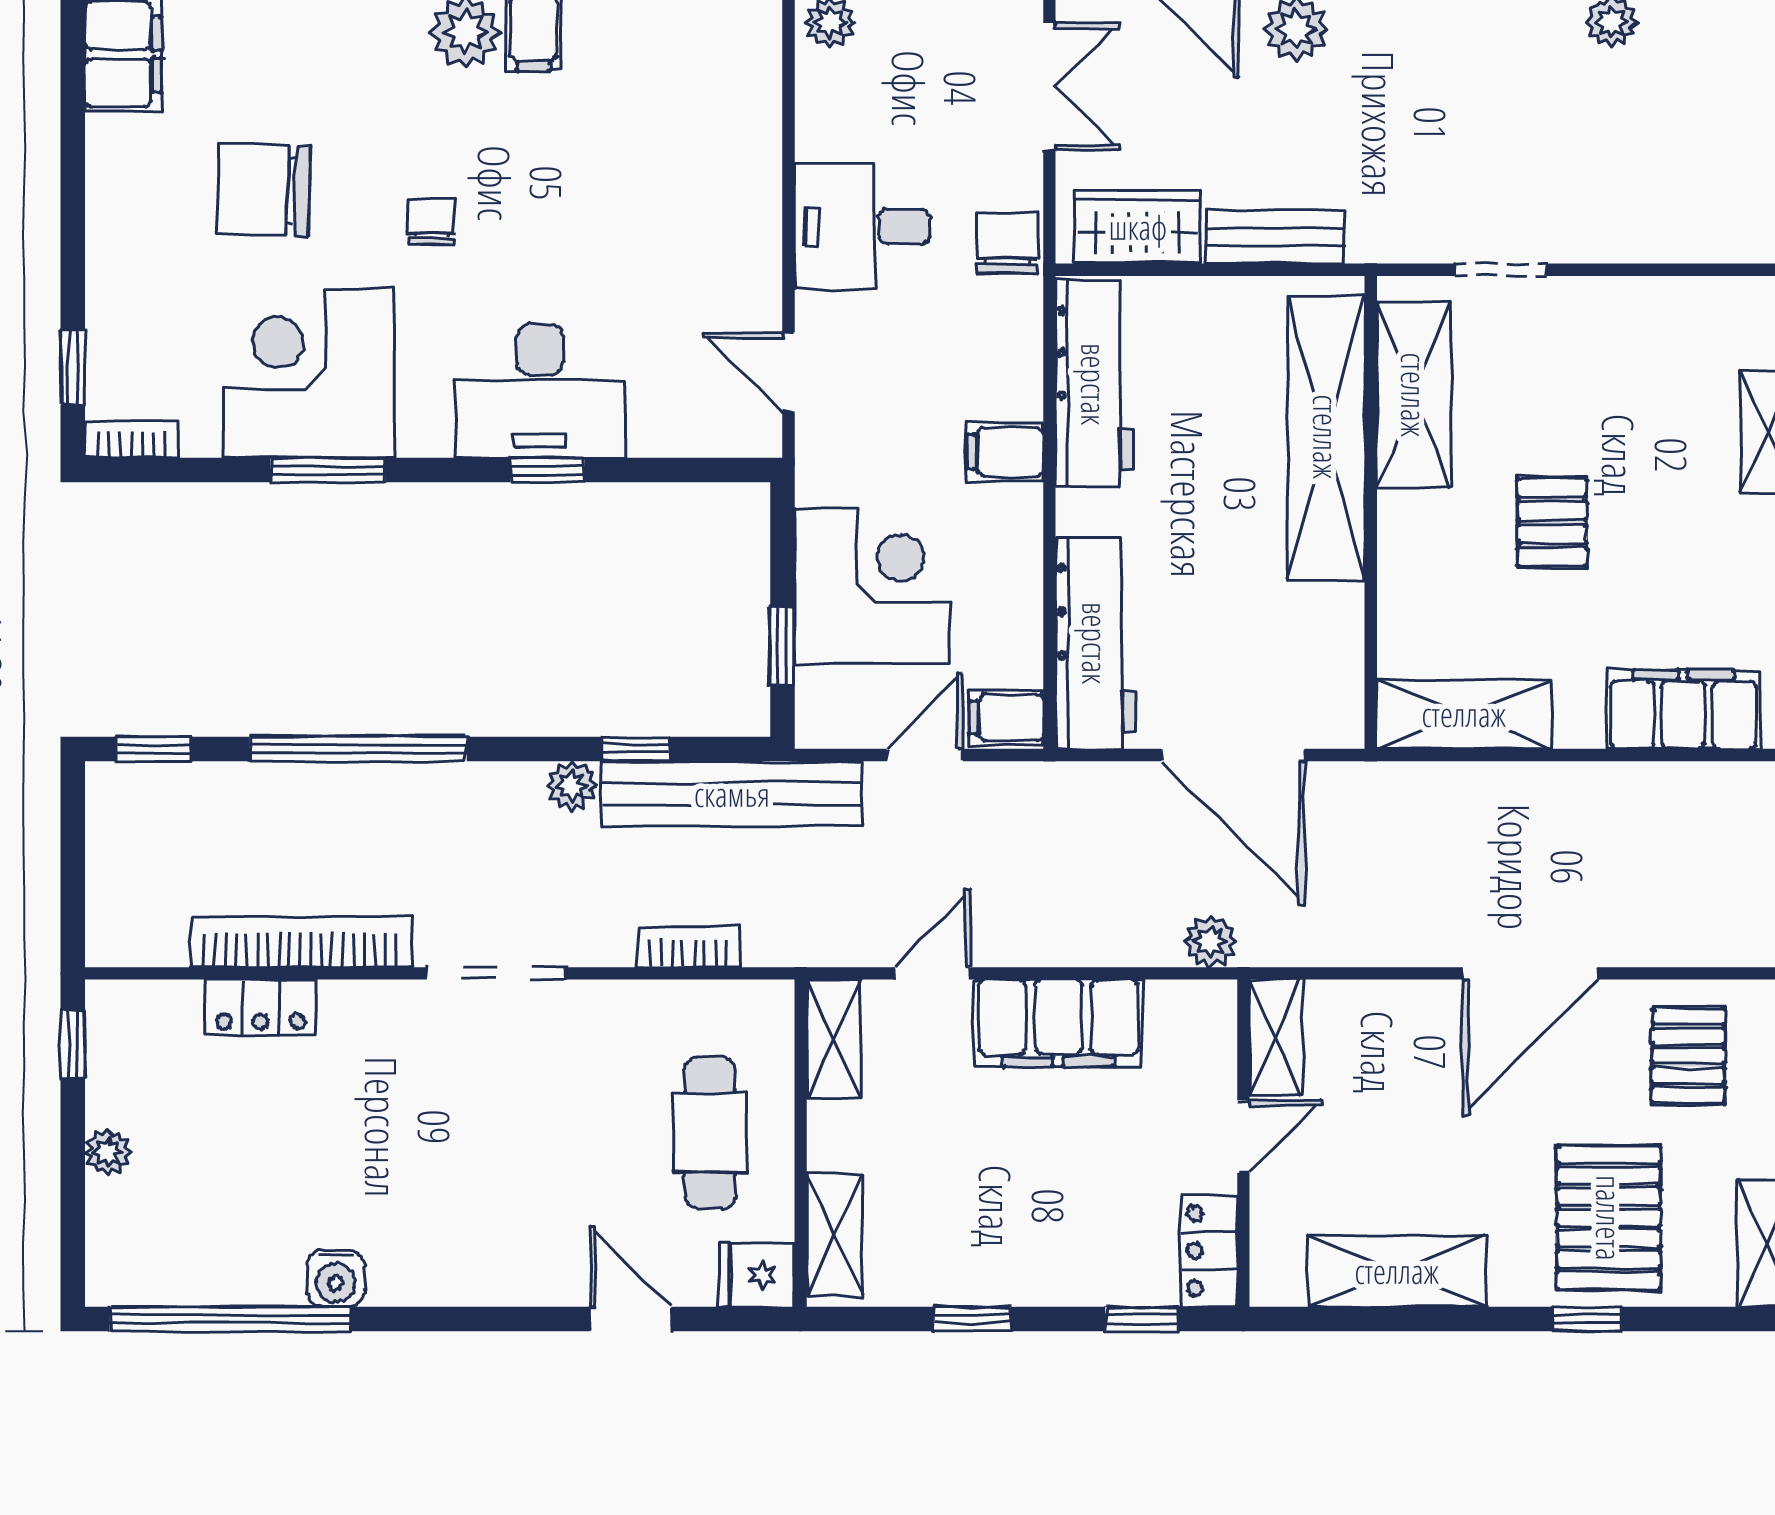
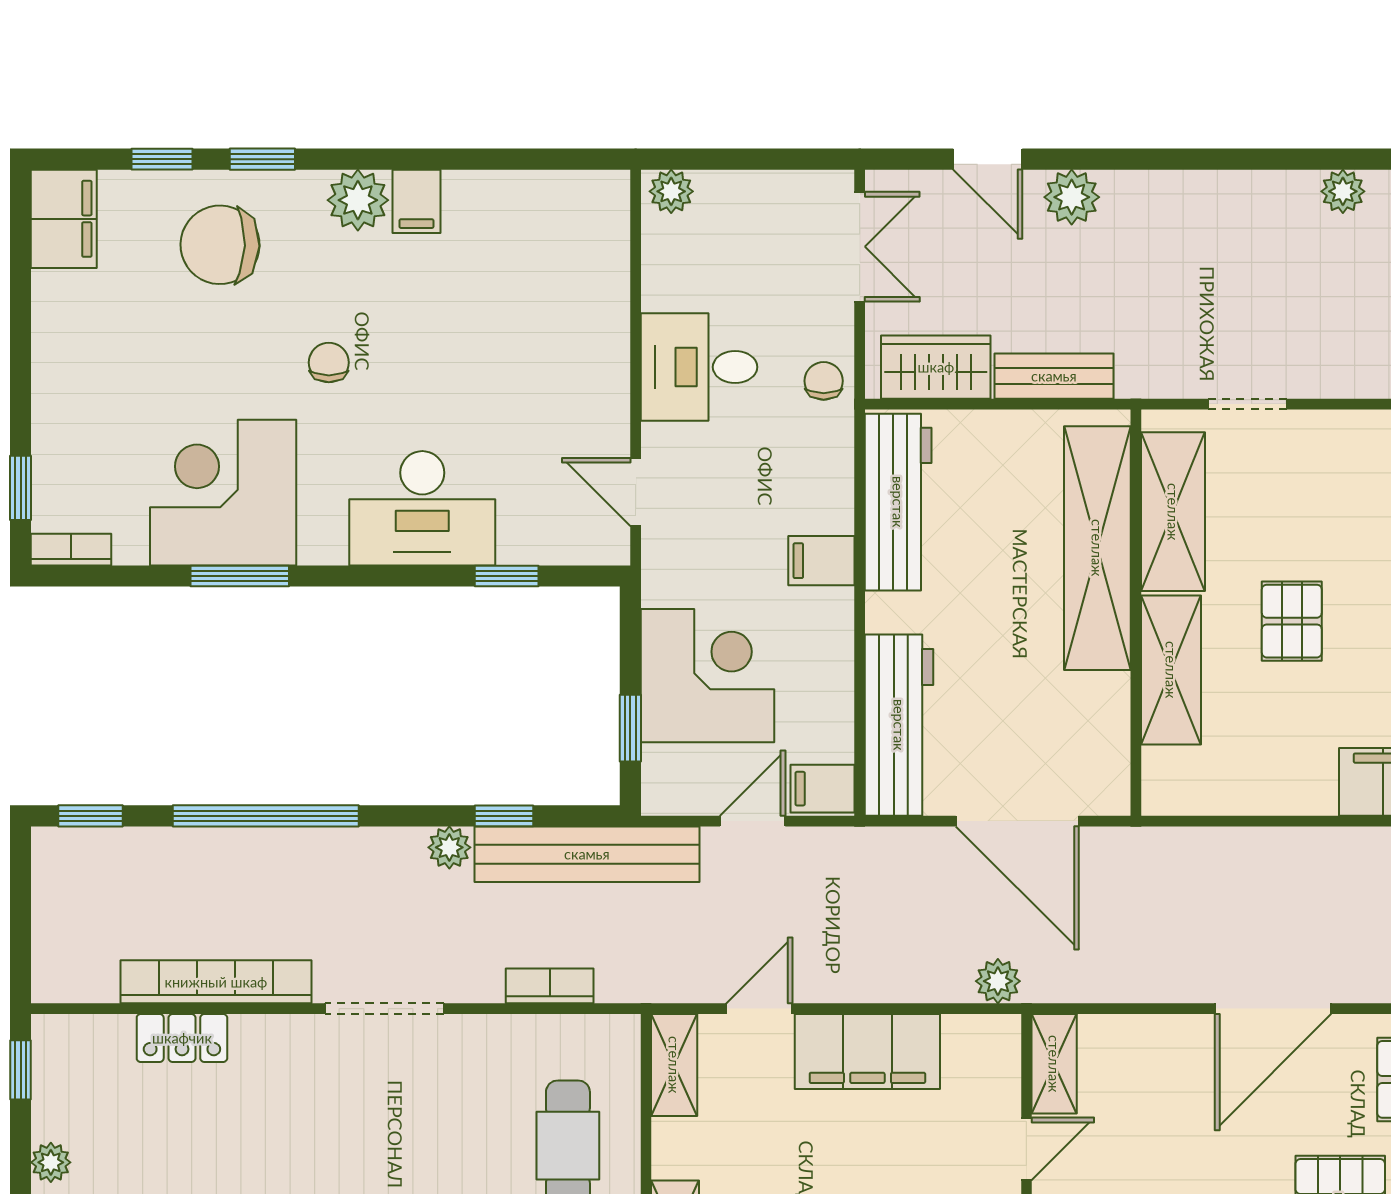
chair: (263, 190) -> (220, 245), moved
chair: (1007, 243) -> (824, 381), width x0.73, depth x0.73
window: (548, 470) -> (507, 576), moved
shelving: (1464, 714) -> (1171, 670), moved, turned 90

